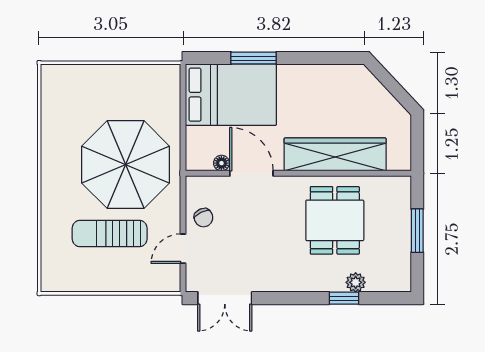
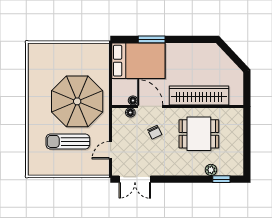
floor lamp: (217, 184) -> (130, 113), added
chair: (204, 218) -> (155, 132), moved
dining table: (335, 220) -> (199, 134), turned 90
window: (417, 231) -> (247, 140), removed
window: (344, 298) -> (221, 179), moved

